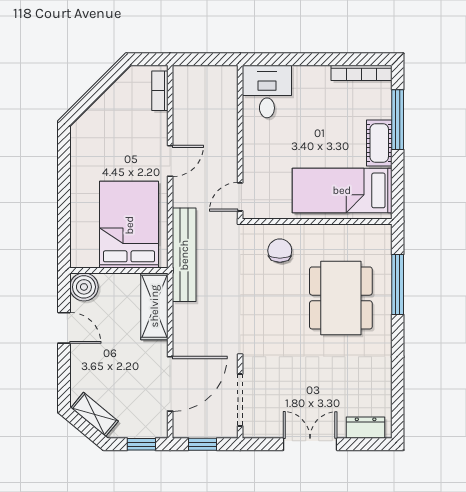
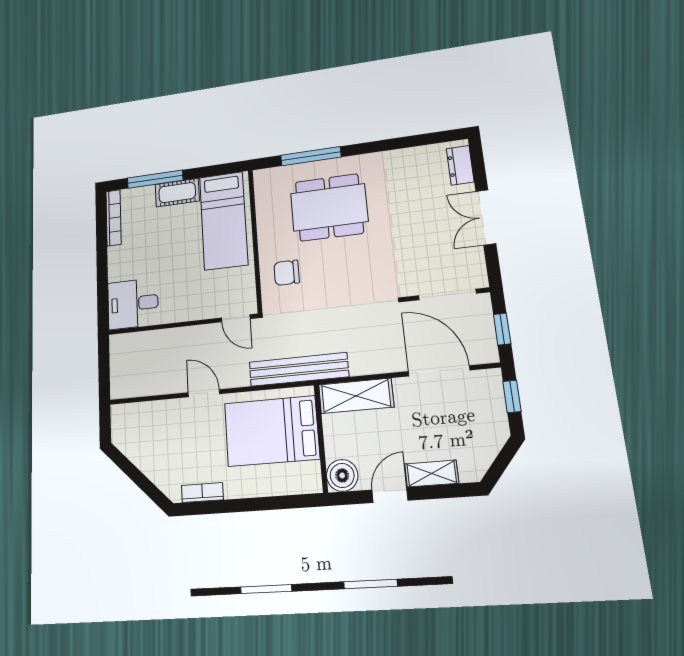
bookcase: (160, 91) -> (202, 493), moved, turned 180
shelving: (95, 414) -> (432, 474), moved, turned 50

